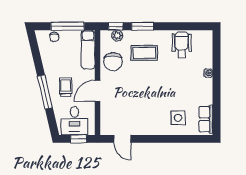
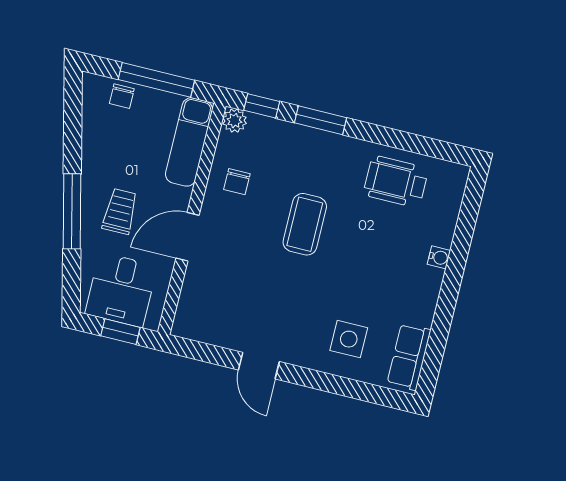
plant: (117, 36) -> (235, 121), moved
wheelchair: (182, 45) -> (396, 182), turned -90
coffee table: (144, 53) -> (305, 224), moved, turned 90
chair: (113, 62) -> (237, 182), width x0.54, depth x0.54
door: (122, 139) -> (259, 366), moved

